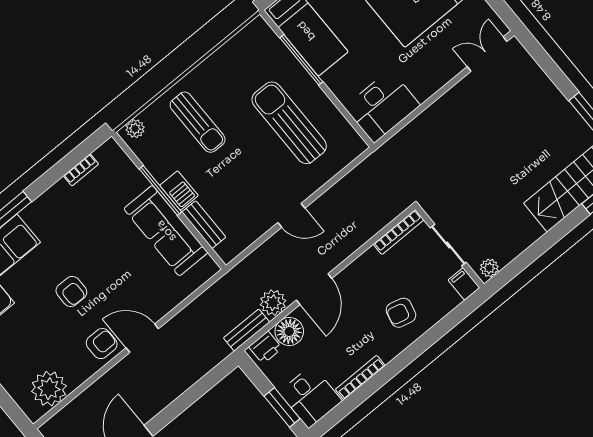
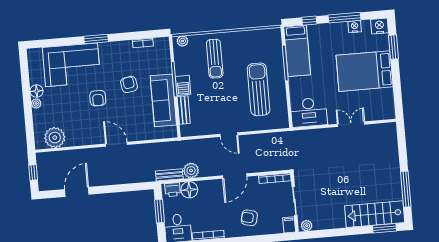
double door: (487, 54) -> (351, 124), moved
door: (314, 289) -> (235, 176), moved
armchair: (102, 344) -> (129, 84), moved, turned -99
window: (282, 407) -> (160, 211), moved

